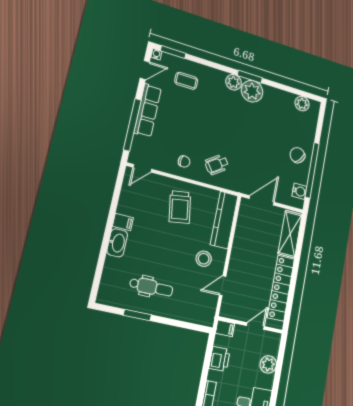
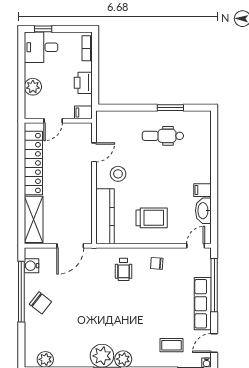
wheelchair: (217, 165) -> (124, 269), turned 125
trolley: (180, 207) -> (152, 218), turned 99
washbasin: (117, 243) -> (203, 211), moved

